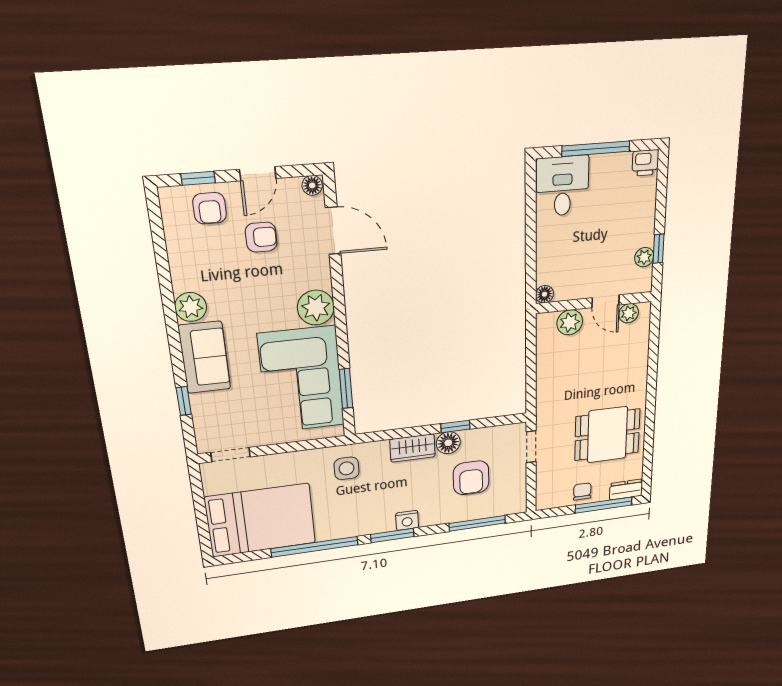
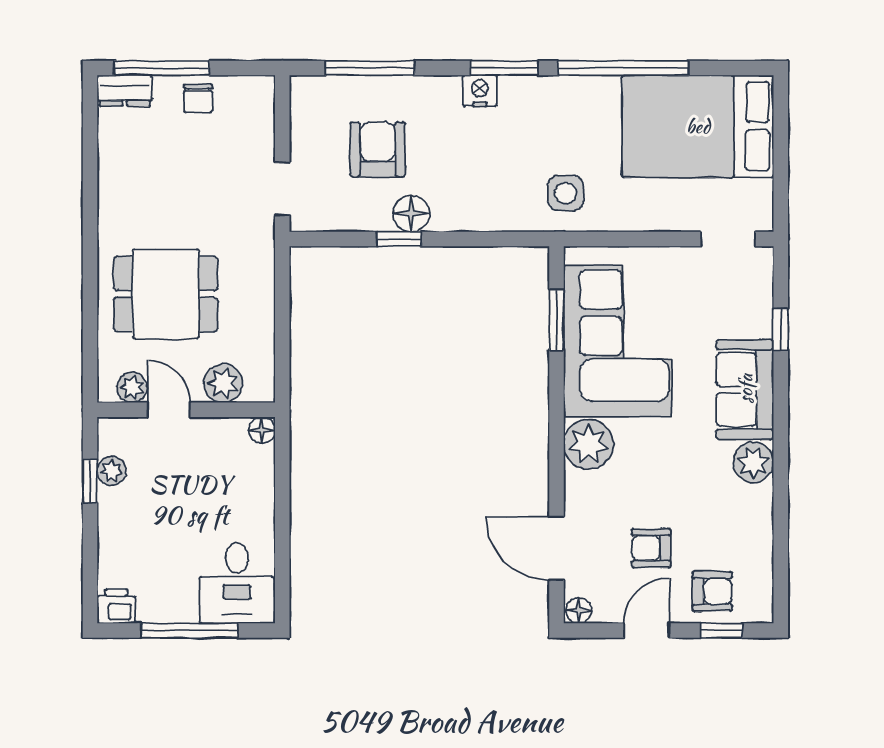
armchair: (210, 208) -> (712, 591), turned 90
dining table: (607, 435) -> (166, 294), moved
wardrobe: (413, 448) -> (465, 212), removed

